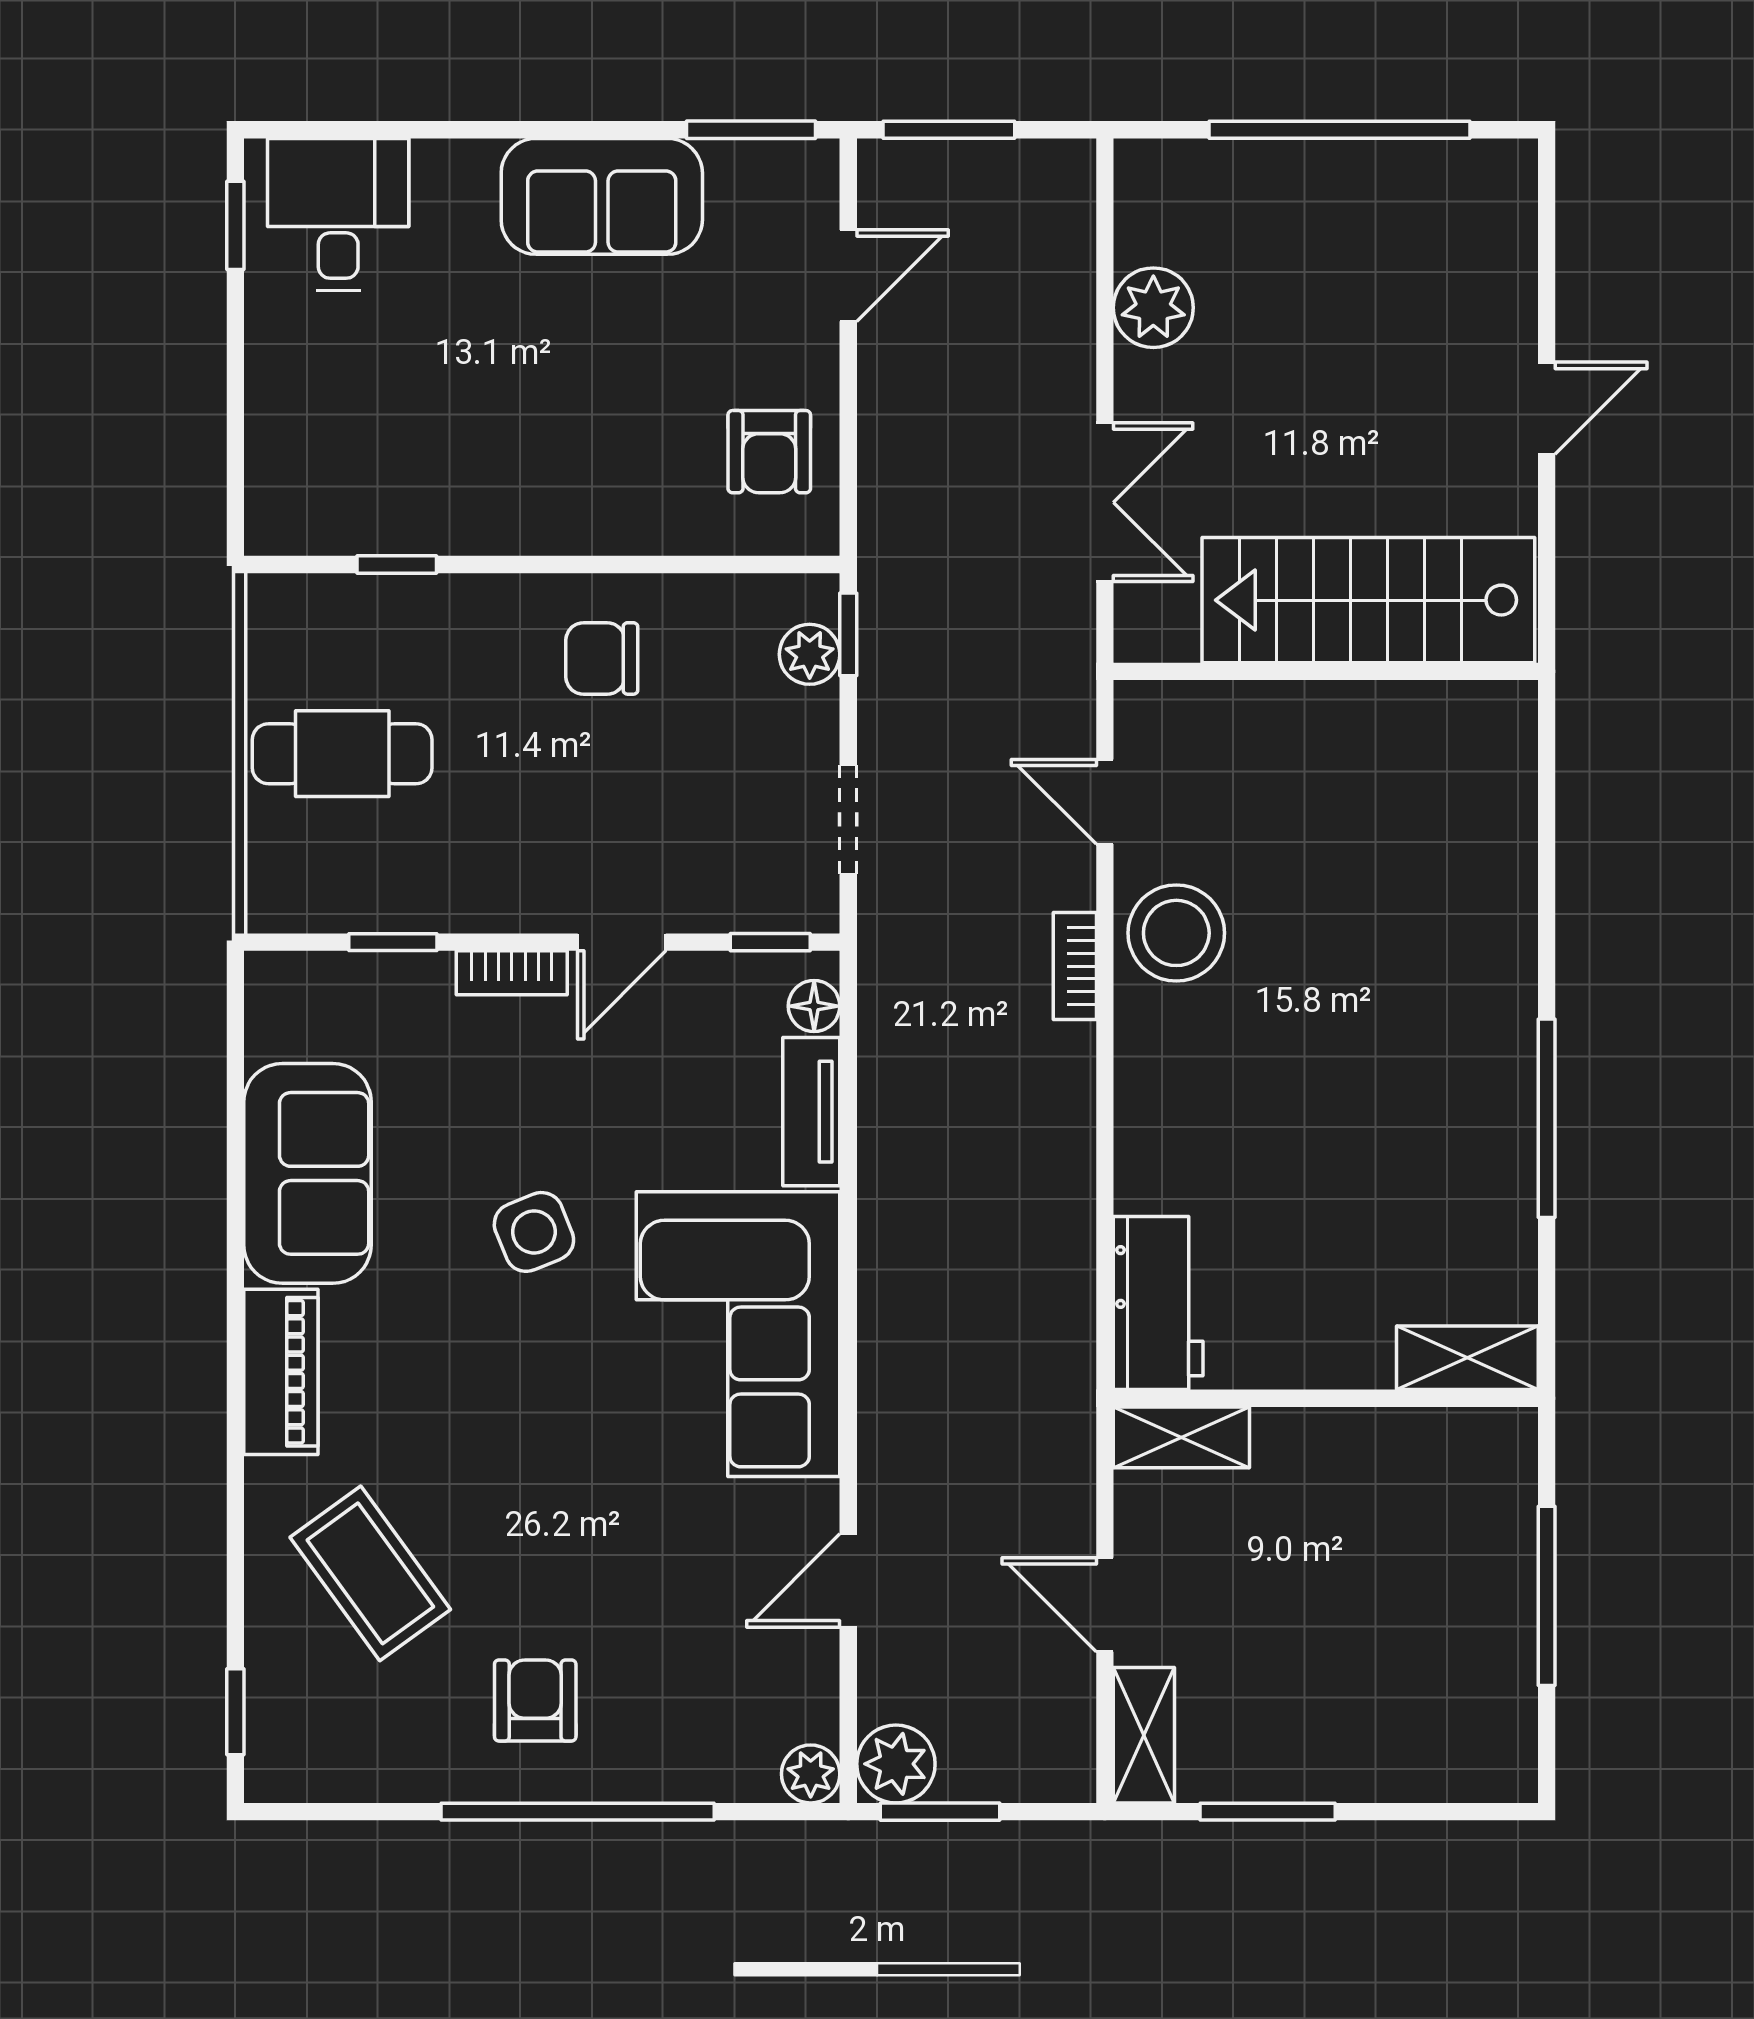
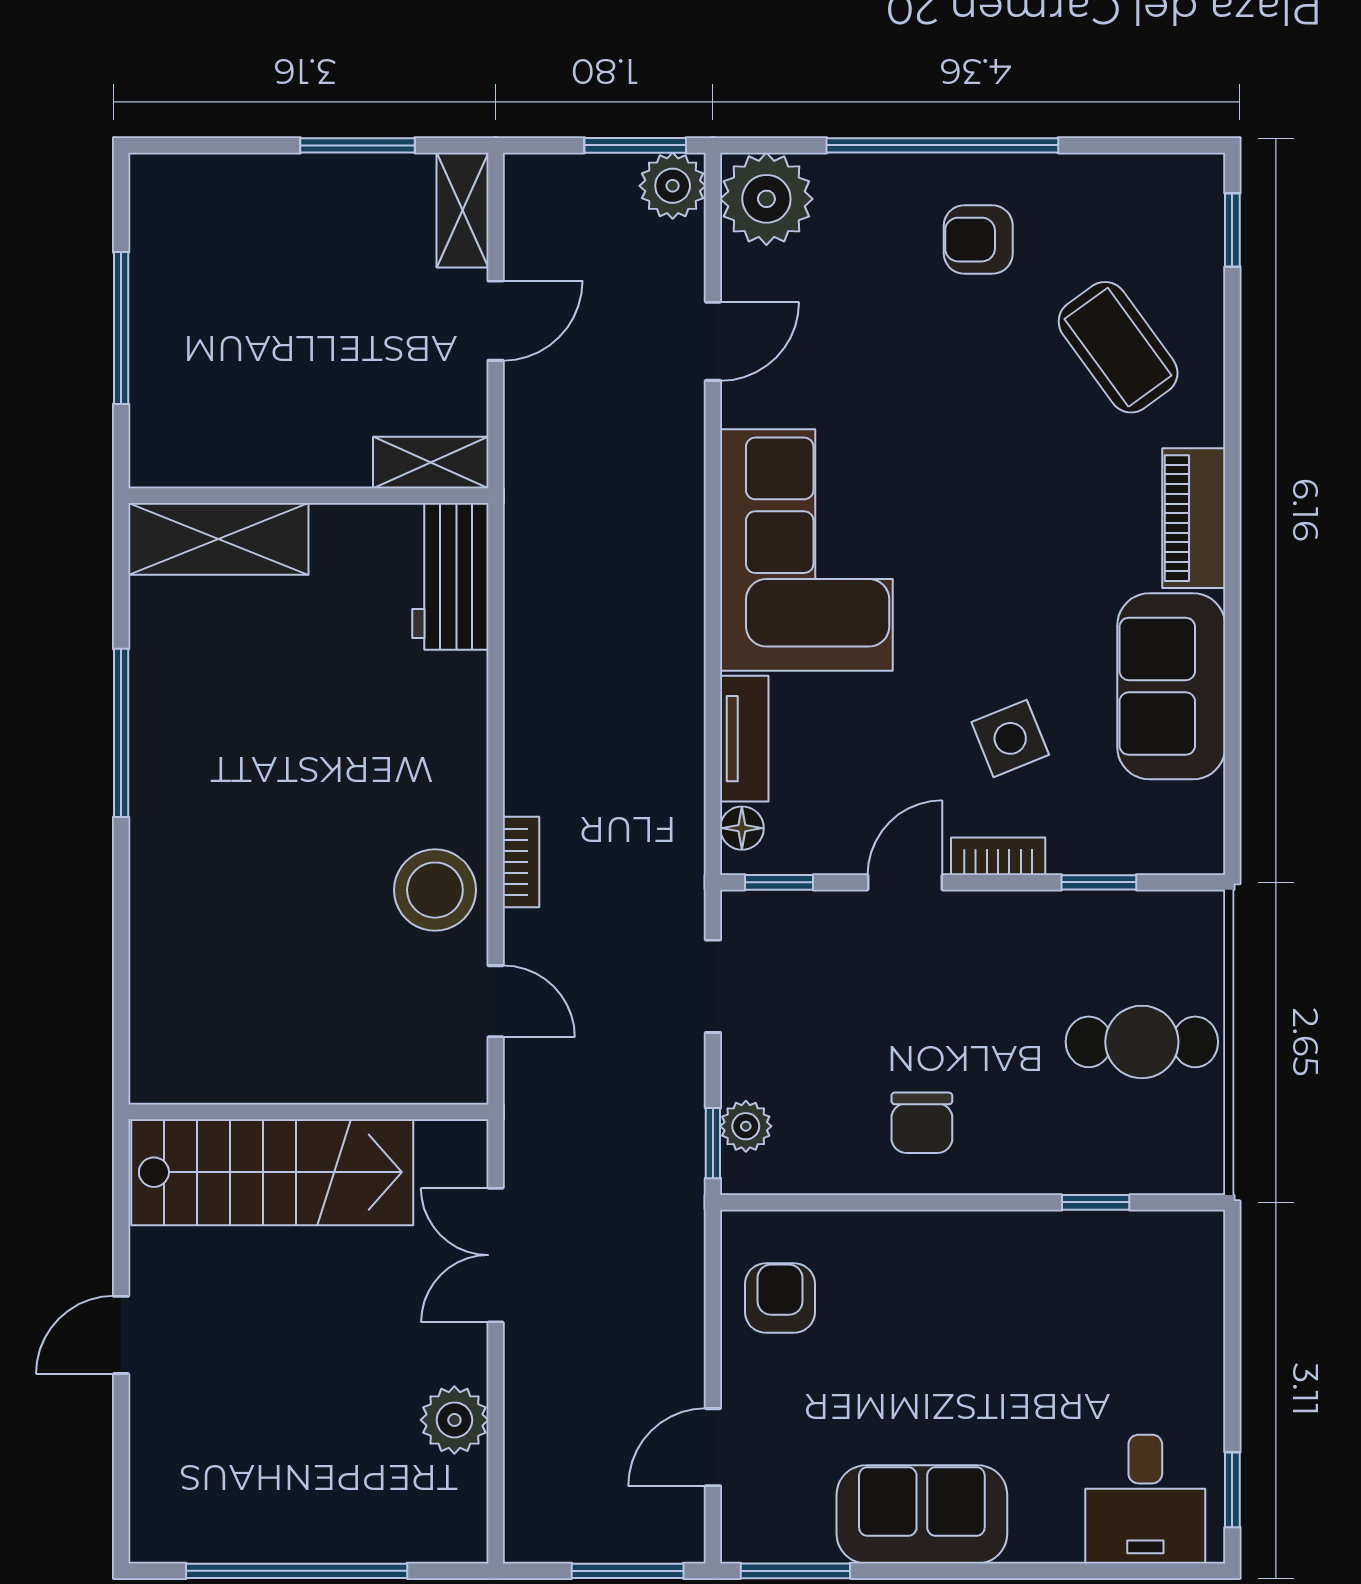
chair: (602, 658) -> (922, 1123), turned 90
side table: (534, 1232) -> (1010, 738), moved
shelving: (1467, 1358) -> (218, 539), width x1.50, depth x1.33
door: (1105, 1605) -> (496, 321), hinge flipped
armchair: (535, 1700) -> (978, 240), turned 90
plant: (811, 1774) -> (766, 199), width x1.88, depth x1.88

